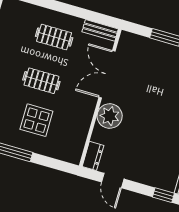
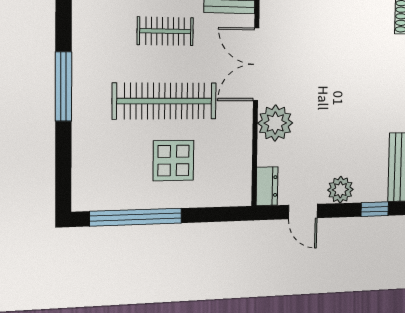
clothes rail: (41, 81) -> (165, 101), width x1.86, depth x1.31
plant: (143, 174) -> (340, 190), added

